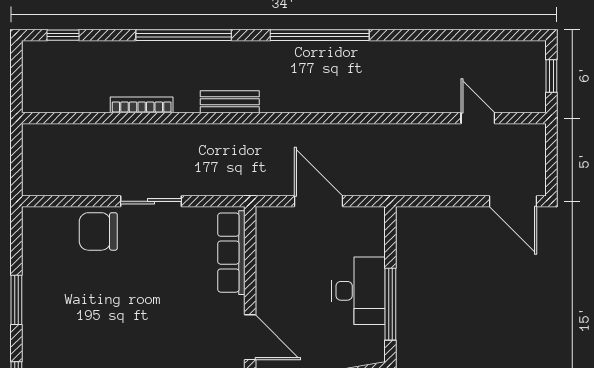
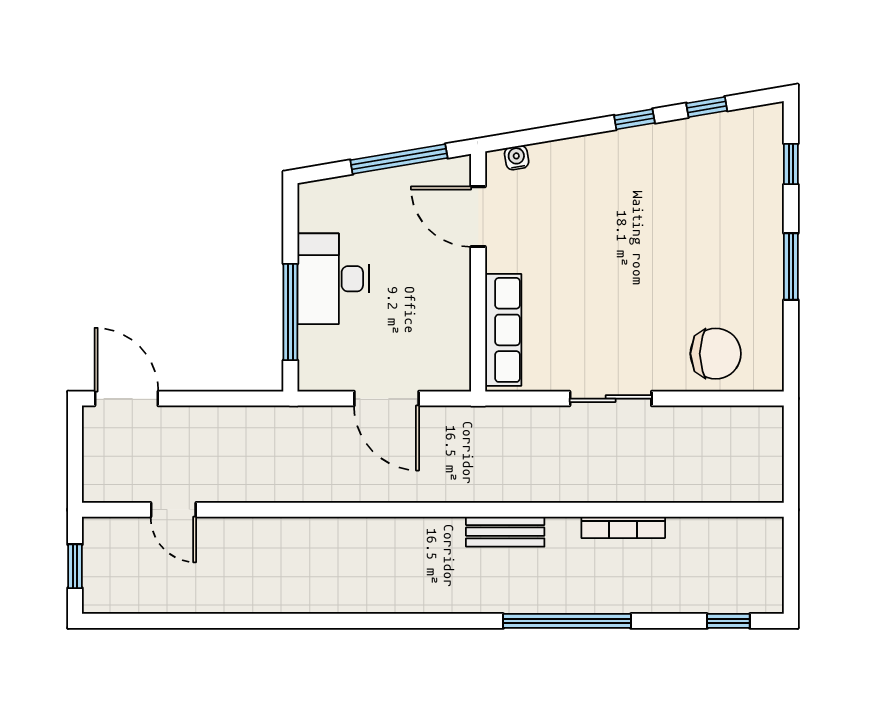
window: (320, 35) -> (385, 621), removed
chair: (98, 231) -> (716, 354), moved
window: (390, 304) -> (290, 312), moved

